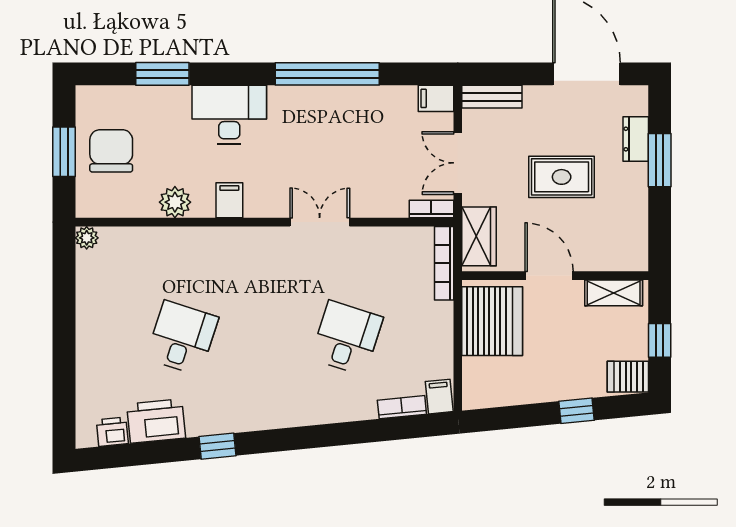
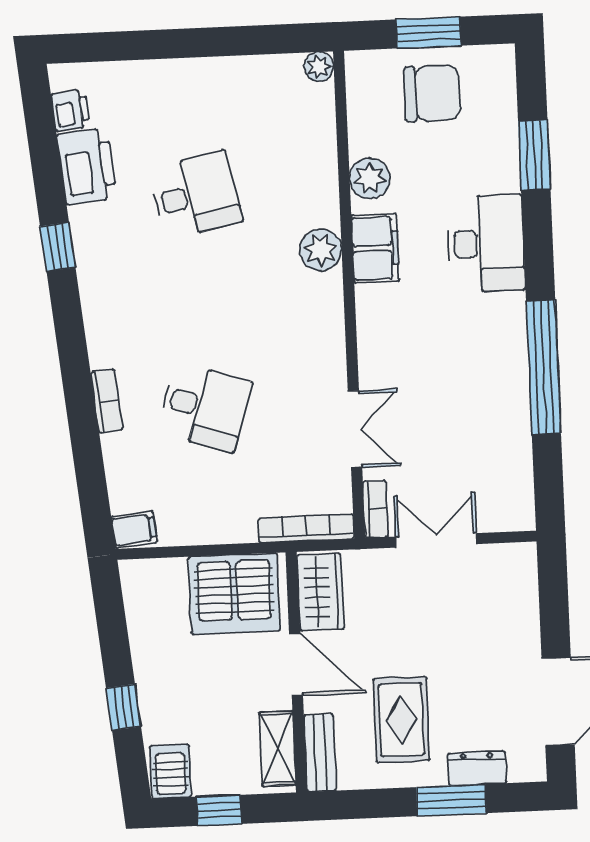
bench: (492, 97) -> (320, 753), moved
filing cabinet: (436, 98) -> (518, 509), removed
rug: (562, 177) -> (401, 720), moved
filing cabinet: (229, 200) -> (375, 248), width x2.00
double door: (320, 222) -> (355, 429), moved
wardrobe: (479, 236) -> (320, 592), moved, turned -90
plant: (229, 243) -> (321, 250), added
door: (549, 276) -> (296, 664), hinge flipped
desk: (182, 338) -> (195, 195), turned -30
bookcase: (402, 407) -> (107, 401), moved

